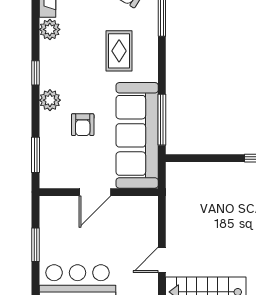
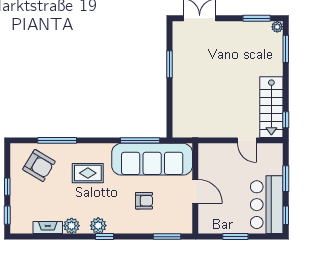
plant: (50, 100) -> (98, 226), moved

